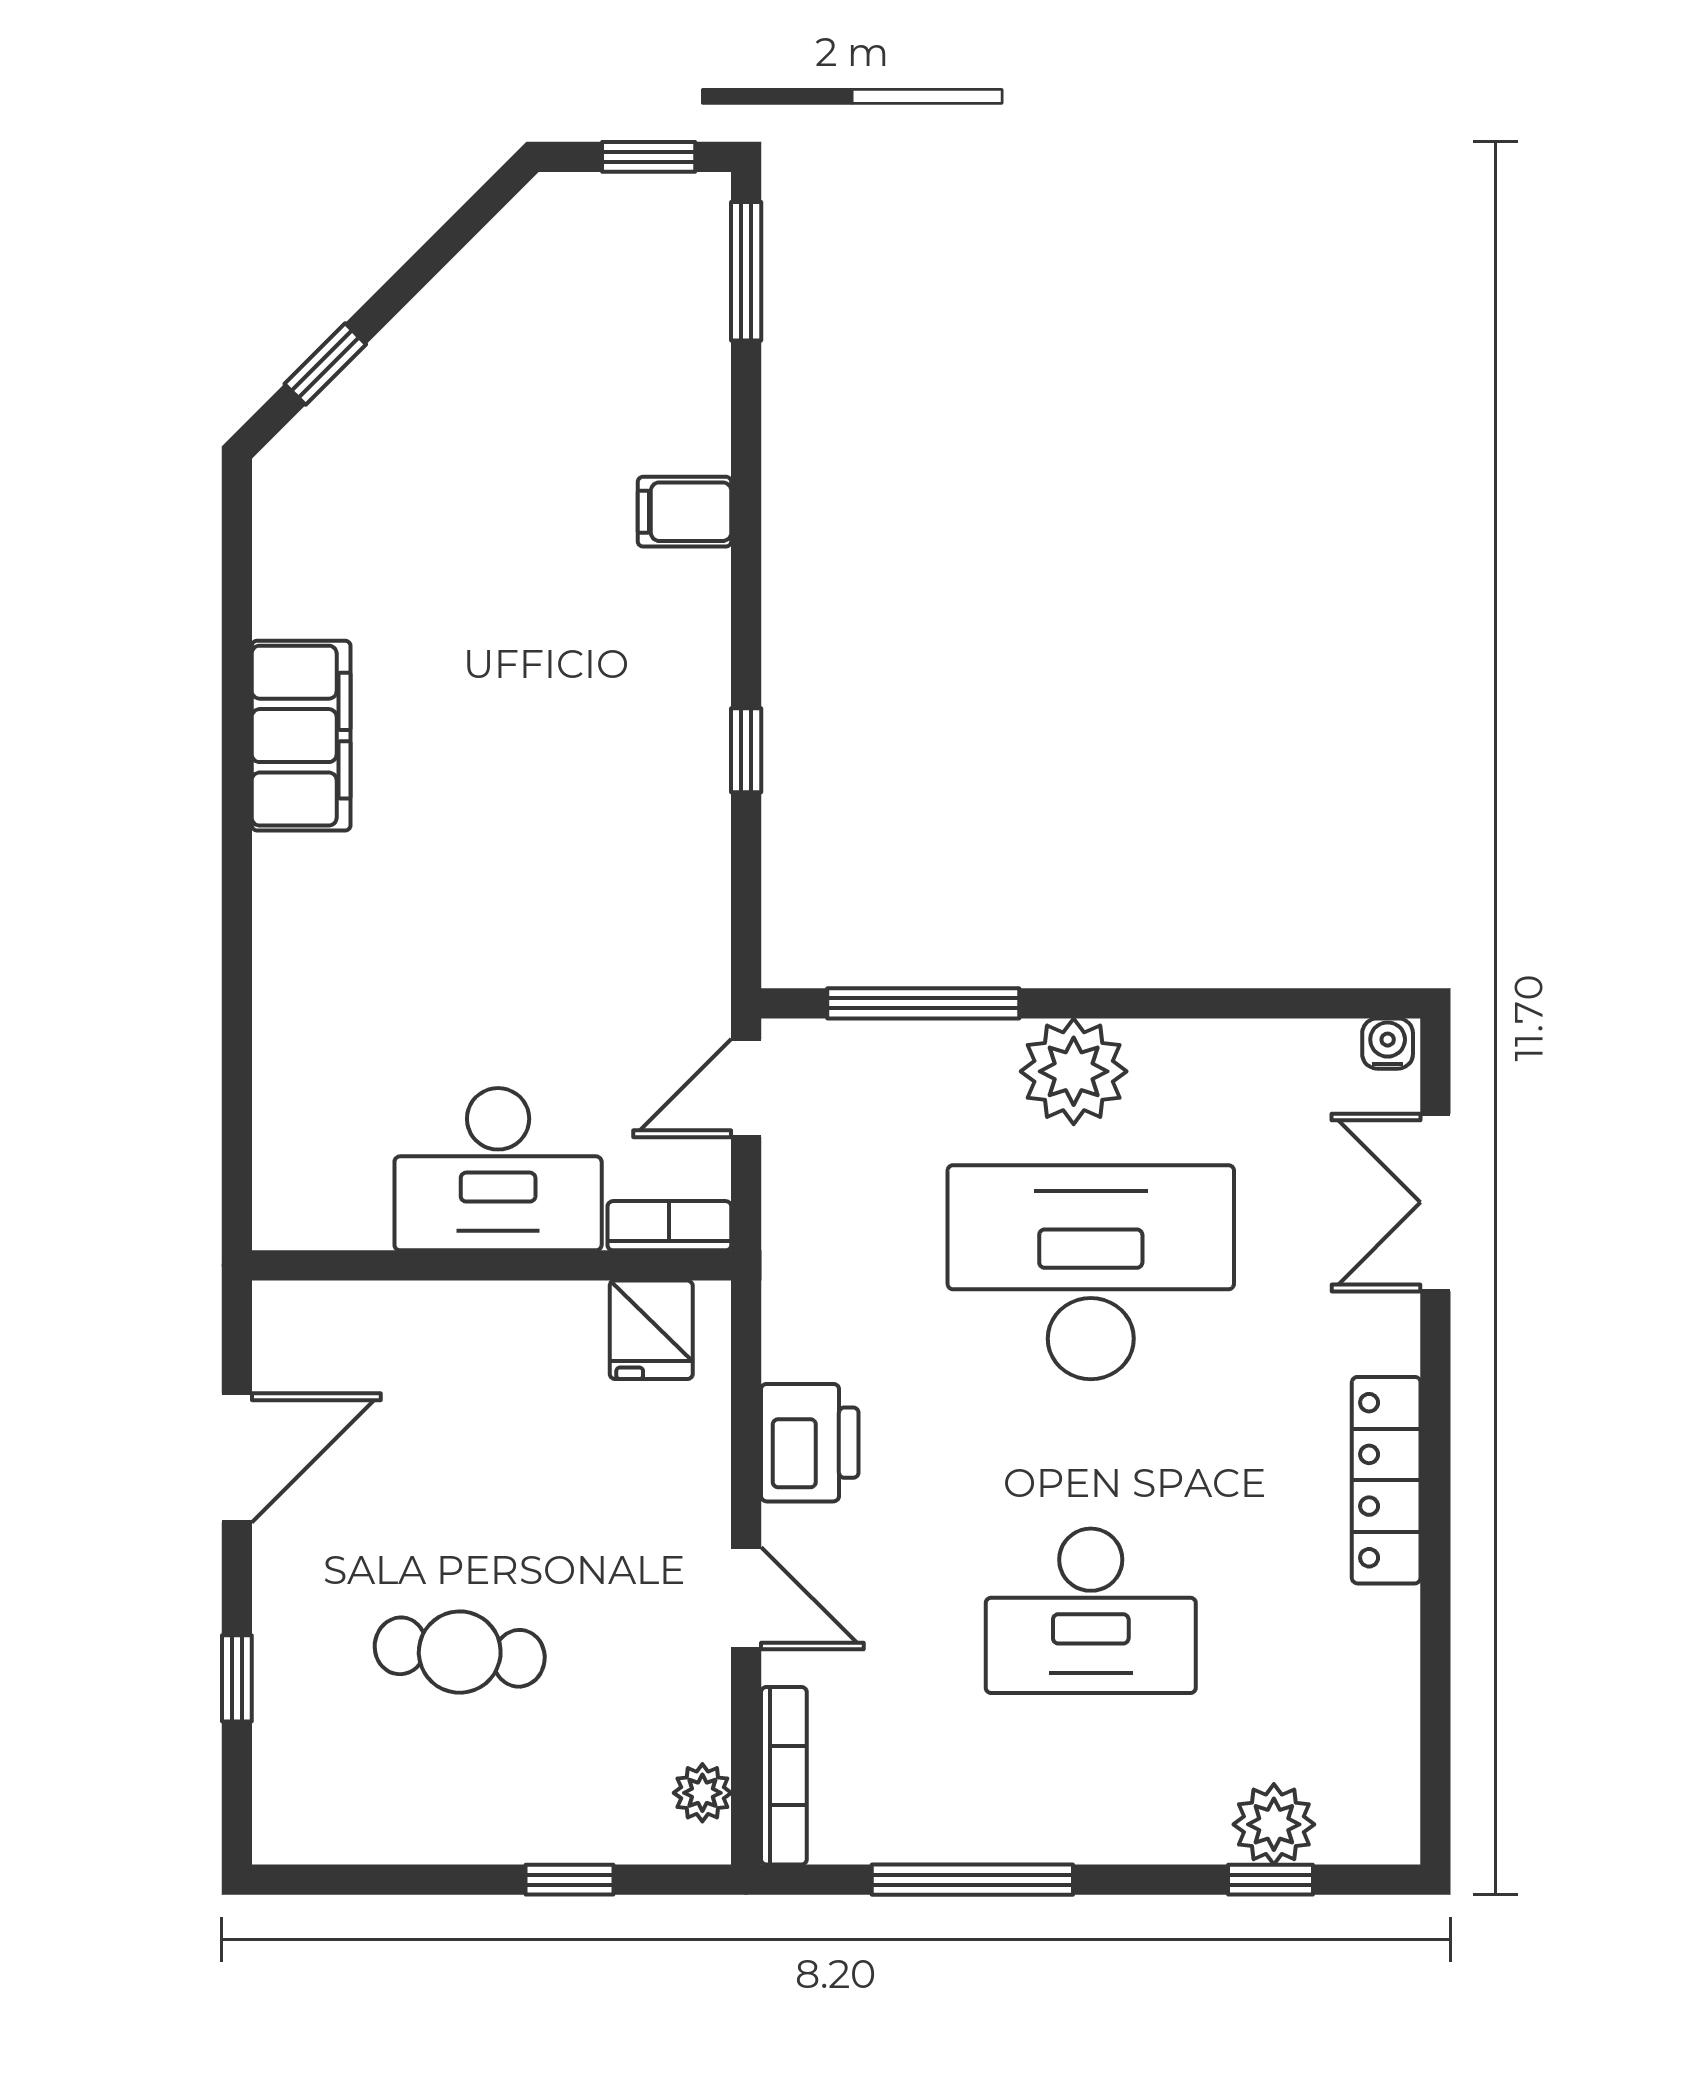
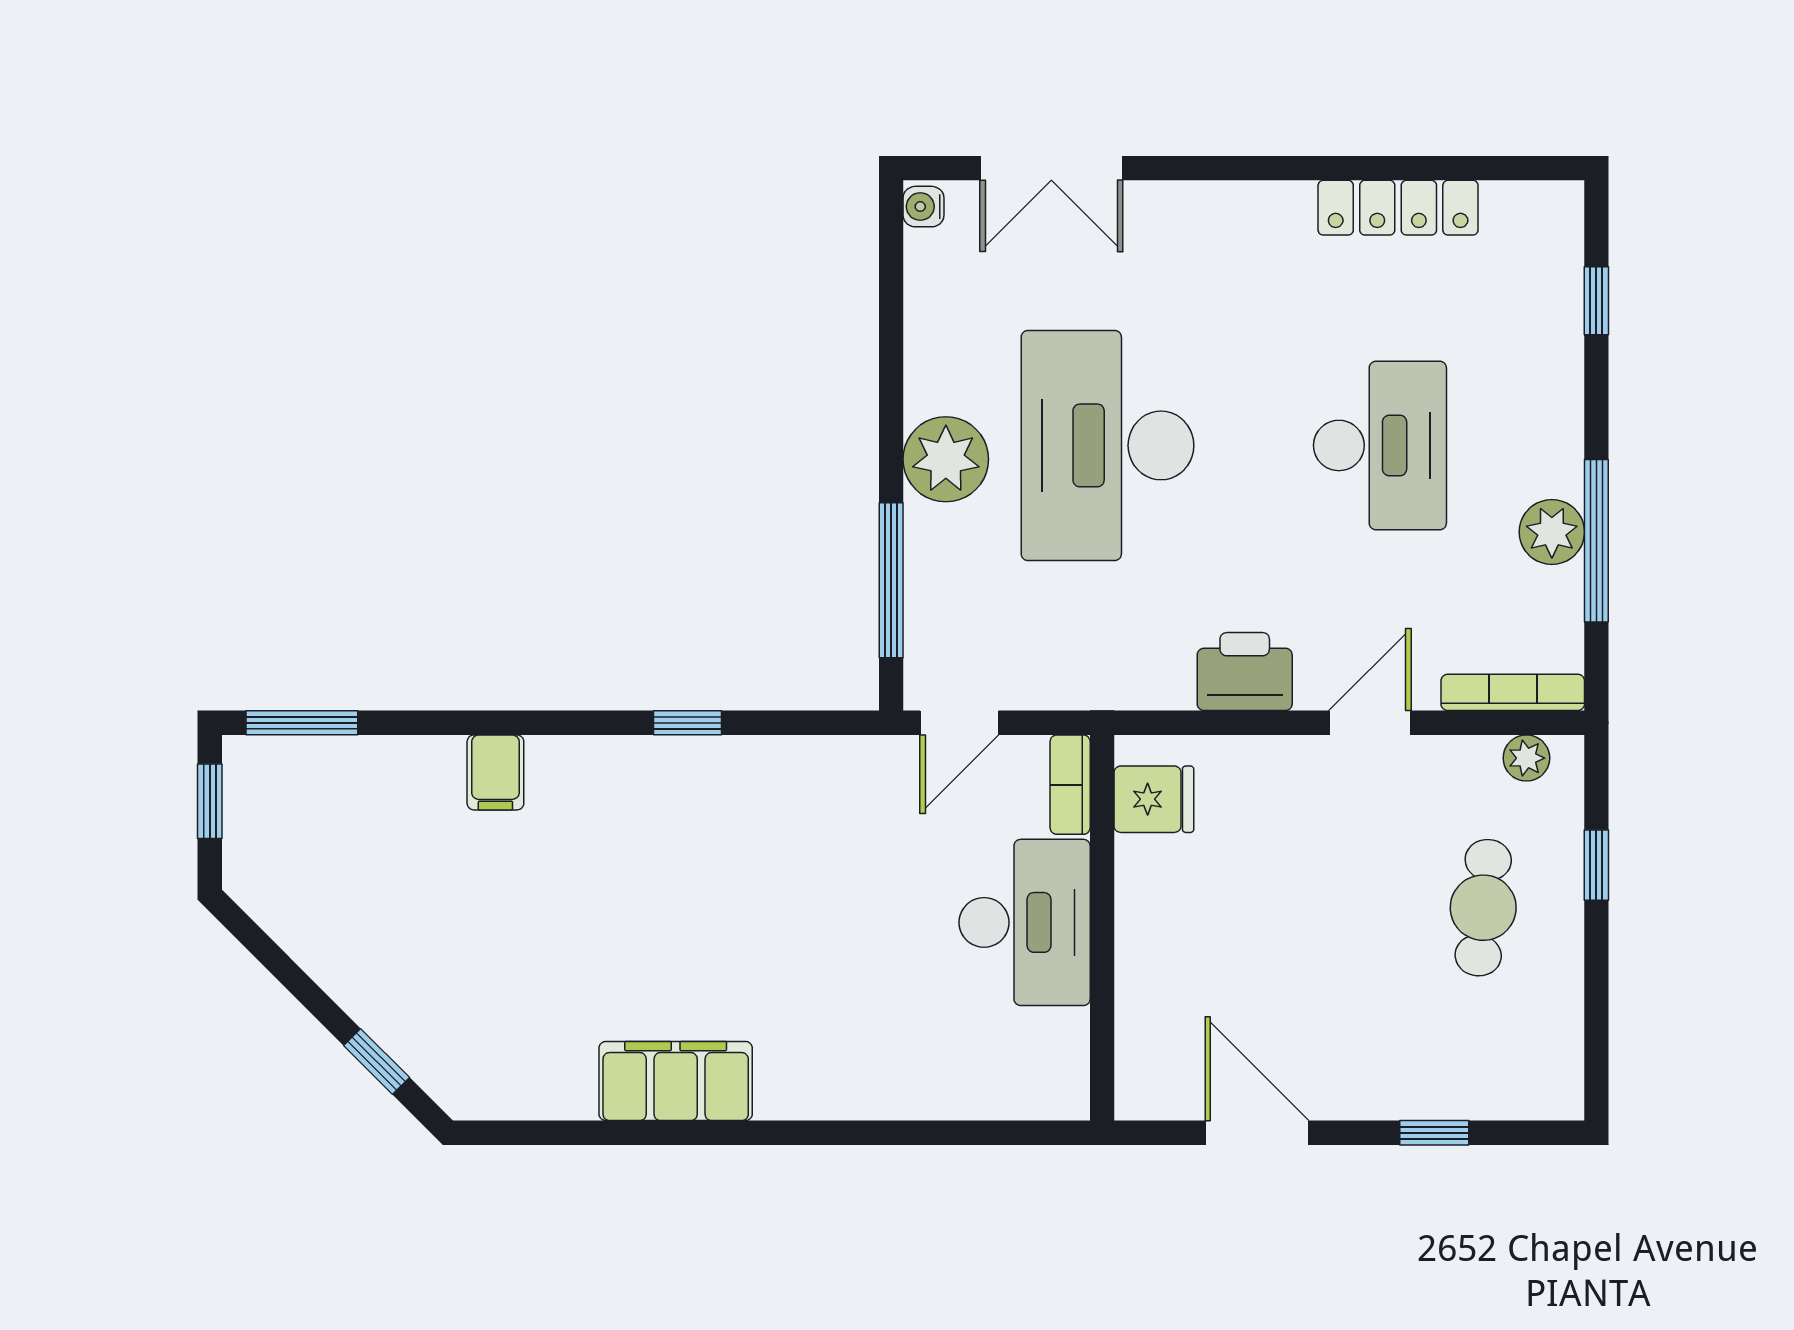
door: (746, 1088) -> (959, 723), hinge flipped
locker: (1386, 1480) -> (1398, 208), moved
cafe table: (460, 1652) -> (1483, 908), moved
plant: (1274, 1824) -> (1552, 532), moved

